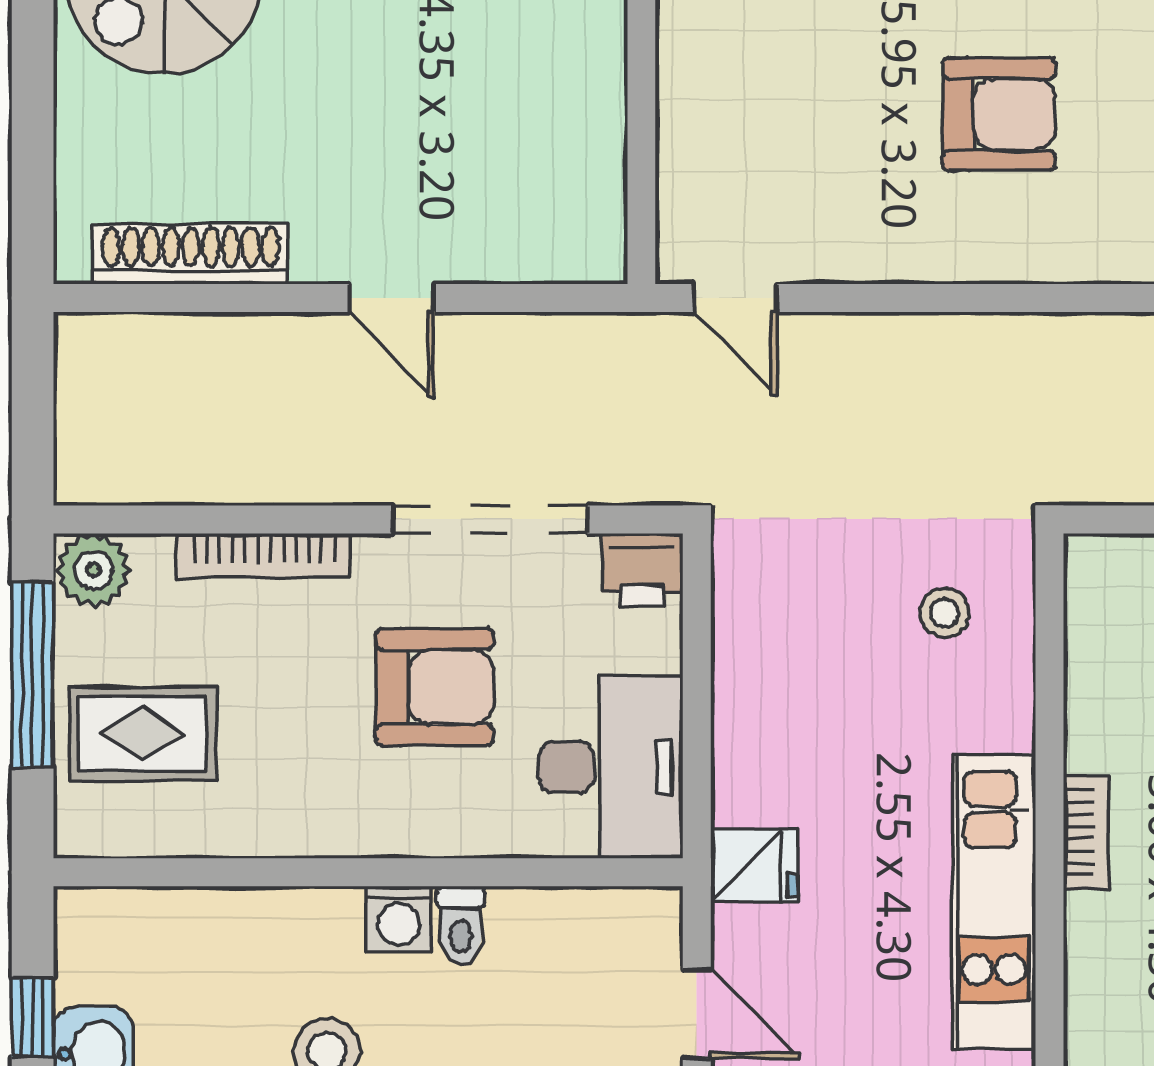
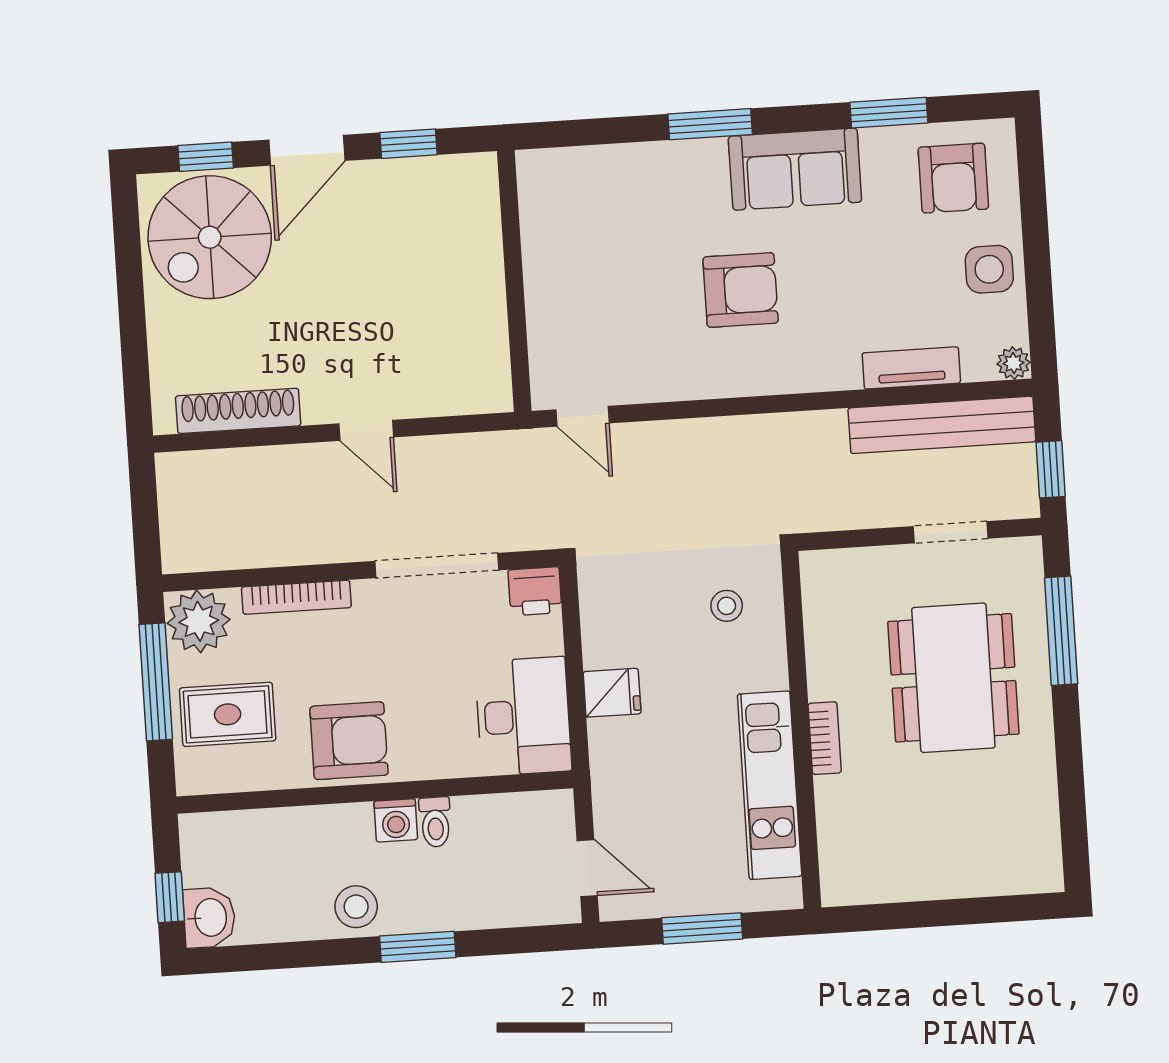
plant: (93, 570) -> (199, 621), width x1.36, depth x1.36
armchair: (435, 687) -> (349, 741), moved
fridge: (754, 866) -> (612, 693), moved

